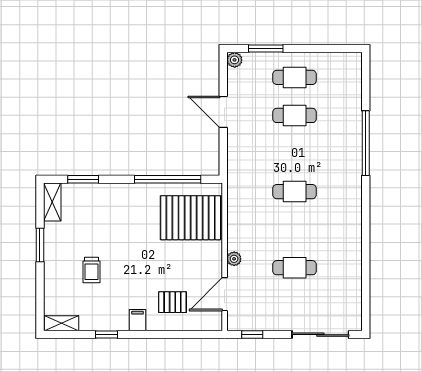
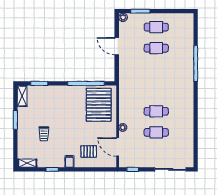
cafe table: (295, 192) -> (156, 111), moved
pallet: (191, 218) -> (99, 105), turned 90
door: (225, 294) -> (118, 147), hinge flipped

